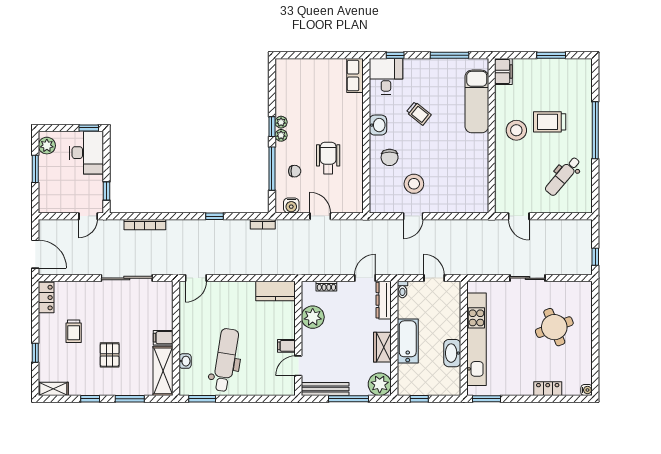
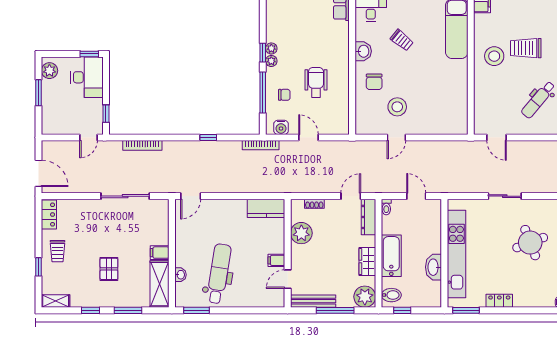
bookcase: (263, 224) -> (261, 145), width x1.56
trolley: (74, 331) -> (57, 251), moved
bidet: (408, 383) -> (391, 295), added
locker: (548, 389) -> (499, 301), moved

